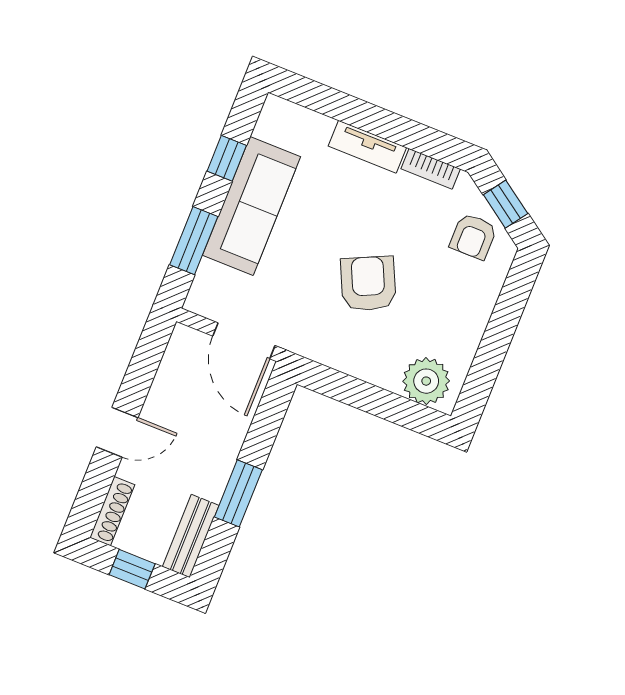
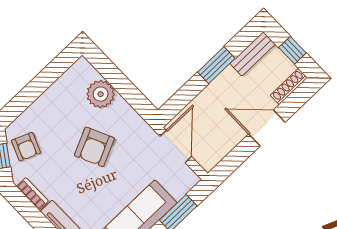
armchair: (473, 236) -> (26, 147), turned 112
plant: (426, 381) -> (101, 94), moved
door: (117, 432) -> (267, 128), width x1.38

